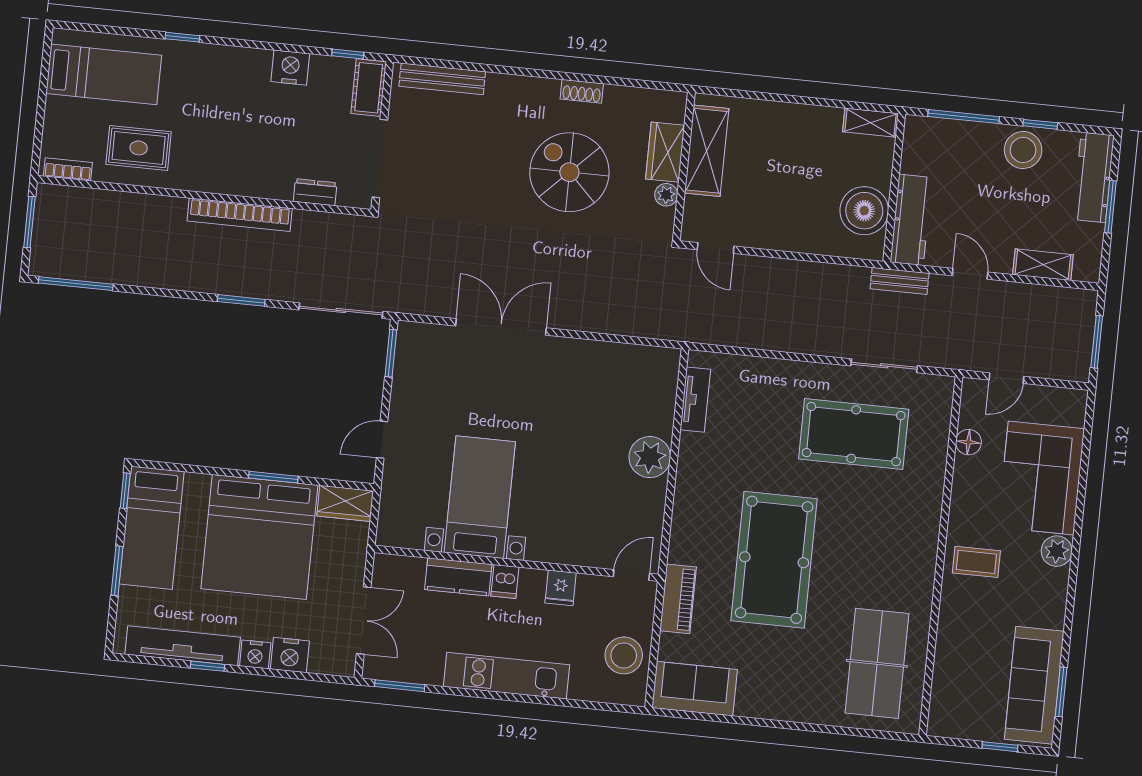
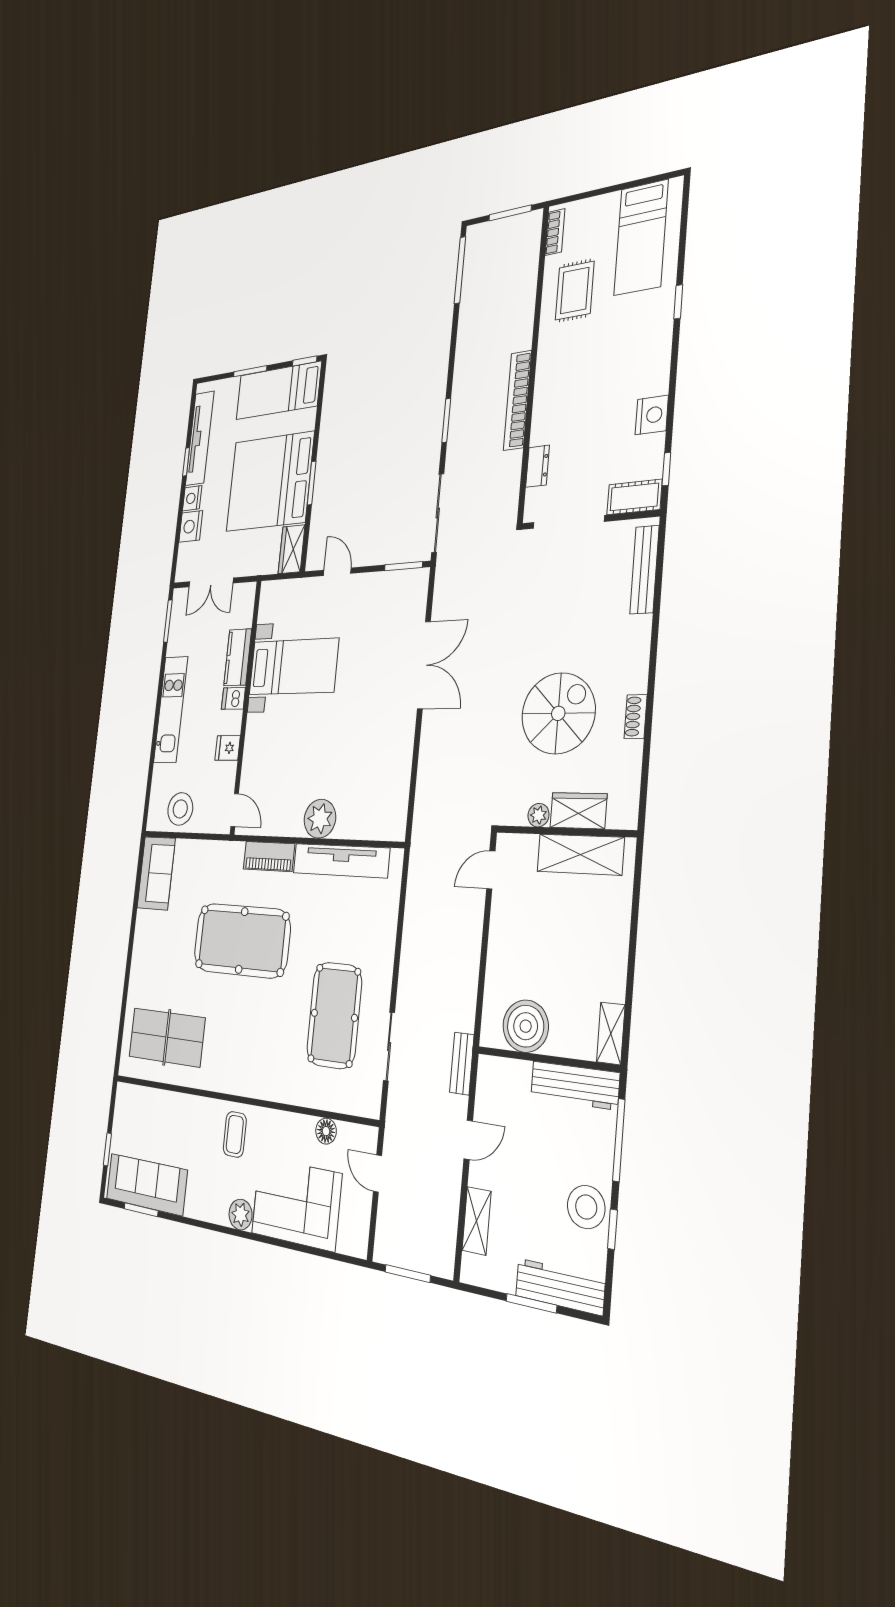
workbench: (911, 220) -> (575, 1085), moved
tv unit: (695, 400) -> (341, 861), width x1.92, depth x1.29
piano: (678, 599) -> (269, 856), moved

